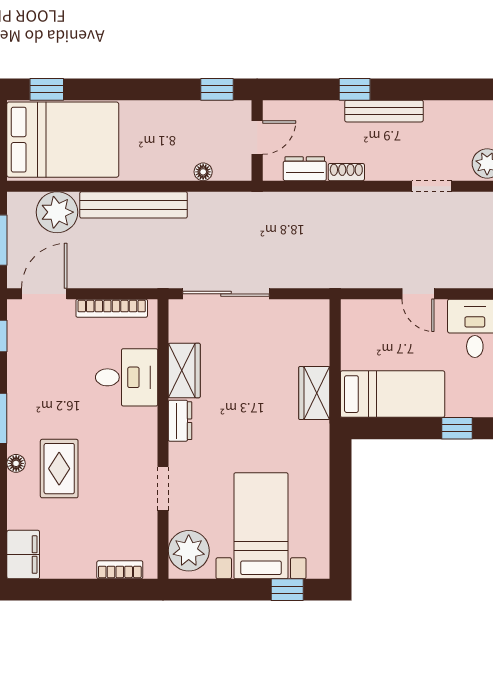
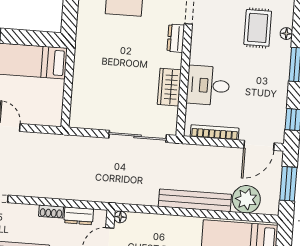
floor lamp: (203, 172) -> (120, 217), moved
wardrobe: (314, 393) -> (84, 66), removed
dresser: (180, 421) -> (176, 38), moved

